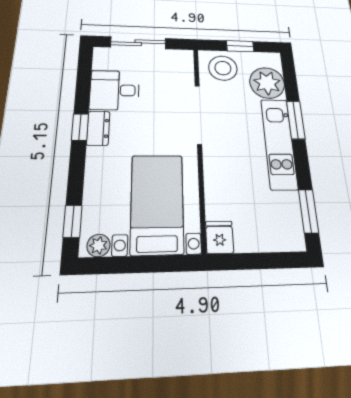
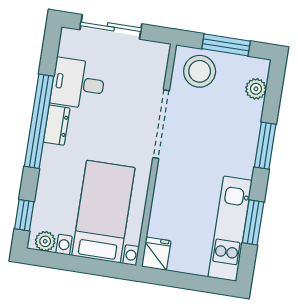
window: (240, 46) -> (226, 45), width x1.50
plant: (267, 83) -> (256, 89), width x0.53, depth x0.53
window: (80, 127) -> (39, 121), width x3.17
kitchen unit: (279, 143) -> (230, 229), moved
window: (308, 211) -> (253, 222), moved

